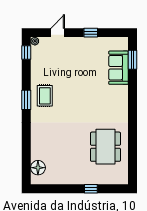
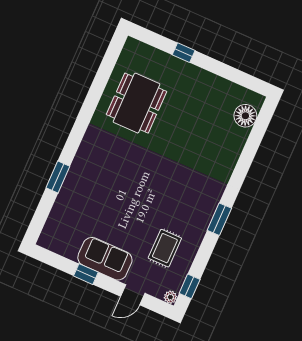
window: (133, 60) -> (58, 177), moved
sofa: (119, 68) -> (105, 259), moved, turned -90
rug: (45, 96) -> (165, 248), moved

